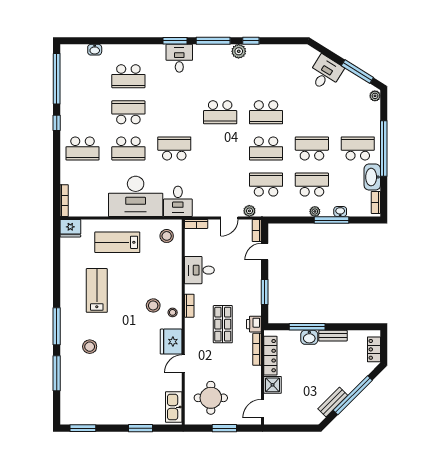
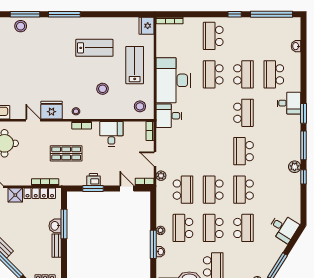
desk: (179, 58) -> (289, 103), moved
desk: (325, 73) -> (283, 228), moved
school desk: (312, 112) -> (243, 228), added
school desk: (174, 148) -> (243, 113), moved
school desk: (312, 148) -> (213, 228), turned 180
school desk: (312, 185) -> (183, 228), turned 180
stool: (153, 305) -> (103, 89), moved
printer: (254, 324) -> (93, 179), moved
stool: (90, 347) -> (21, 26), moved

